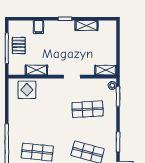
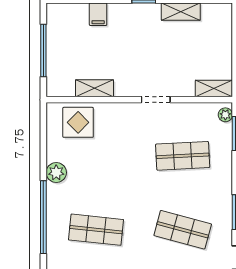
pallet: (19, 46) -> (64, 46), removed
plant: (14, 119) -> (56, 173), added

